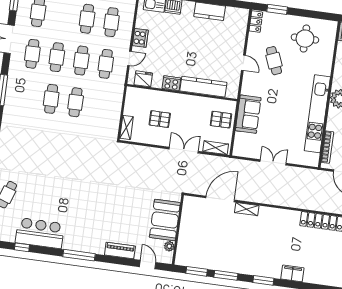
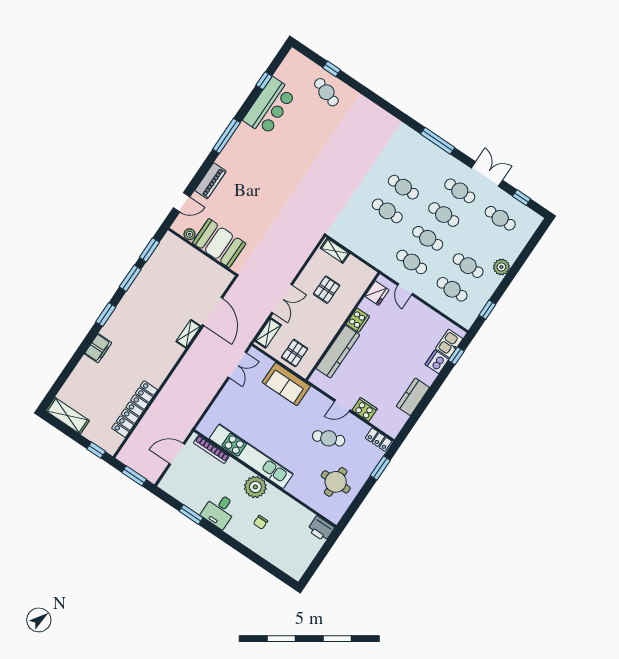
cooker: (140, 38) -> (365, 410), moved, turned 180
double door: (273, 162) -> (237, 365), moved

